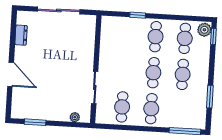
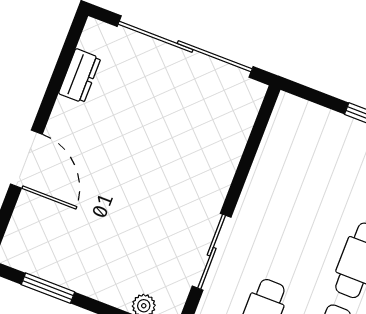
sliding door: (59, 10) -> (185, 46), width x1.36

